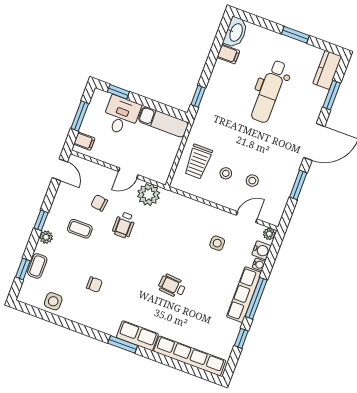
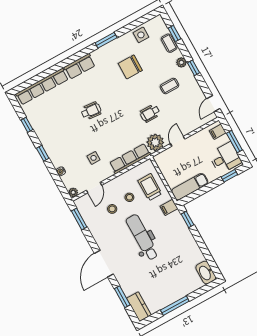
window: (295, 35) -> (175, 306), width x1.44
filing cabinet: (228, 54) -> (169, 207), moved
dental chair: (269, 91) -> (142, 237), moved
desk: (121, 116) -> (225, 158), moved, turned -90
door: (60, 170) -> (213, 104), hinge flipped
window: (298, 185) -> (79, 219), moved
chair: (99, 203) -> (175, 110), removed
wheelchair: (124, 225) -> (150, 113), turned -90
water cooler: (261, 250) -> (68, 180), removed
chair: (94, 284) -> (130, 67), width x1.87, depth x1.87
row of seats: (244, 295) -> (130, 159), moved, turned -90
window: (256, 298) -> (43, 153), width x0.46
window: (123, 344) -> (106, 40), moved

